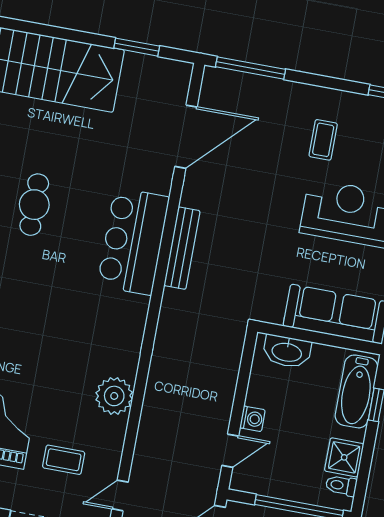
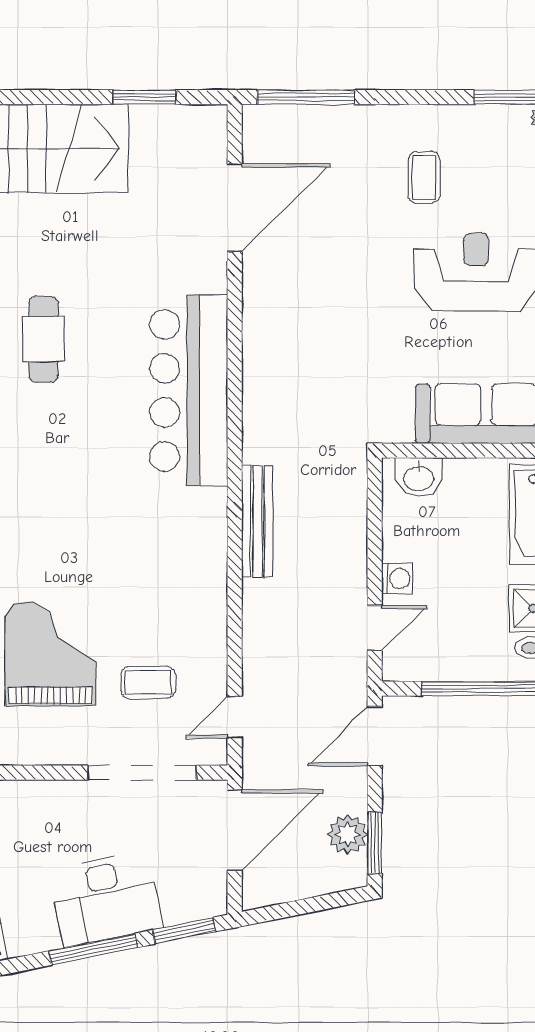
bar counter: (133, 241) -> (189, 390), width x1.36
bench: (182, 248) -> (257, 521), moved
washbasin: (287, 351) -> (419, 477), width x0.72
plant: (114, 396) -> (202, 582), removed

